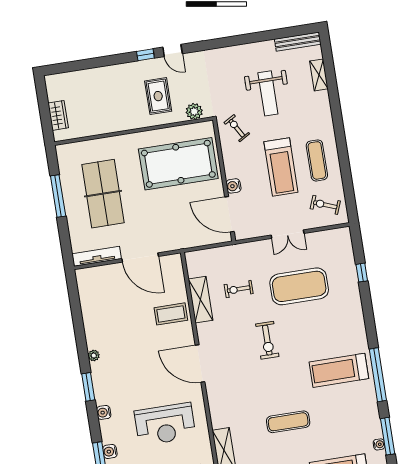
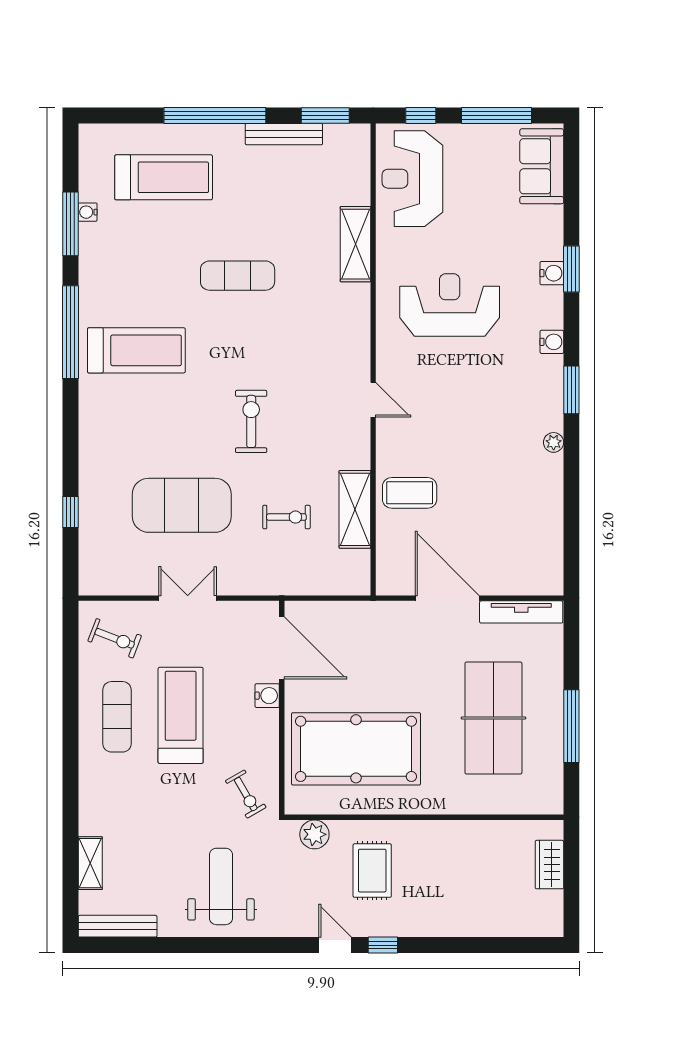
weight bench: (268, 93) -> (221, 886), moved
door: (200, 364) -> (373, 400), width x0.53

